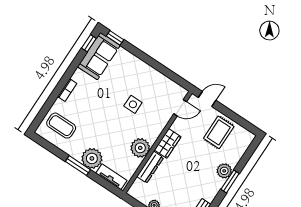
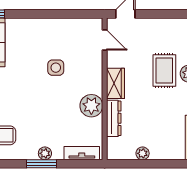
door: (180, 108) -> (105, 40), hinge flipped
rug: (219, 132) -> (164, 71), moved
plant: (92, 158) -> (45, 153), width x0.53, depth x0.53

